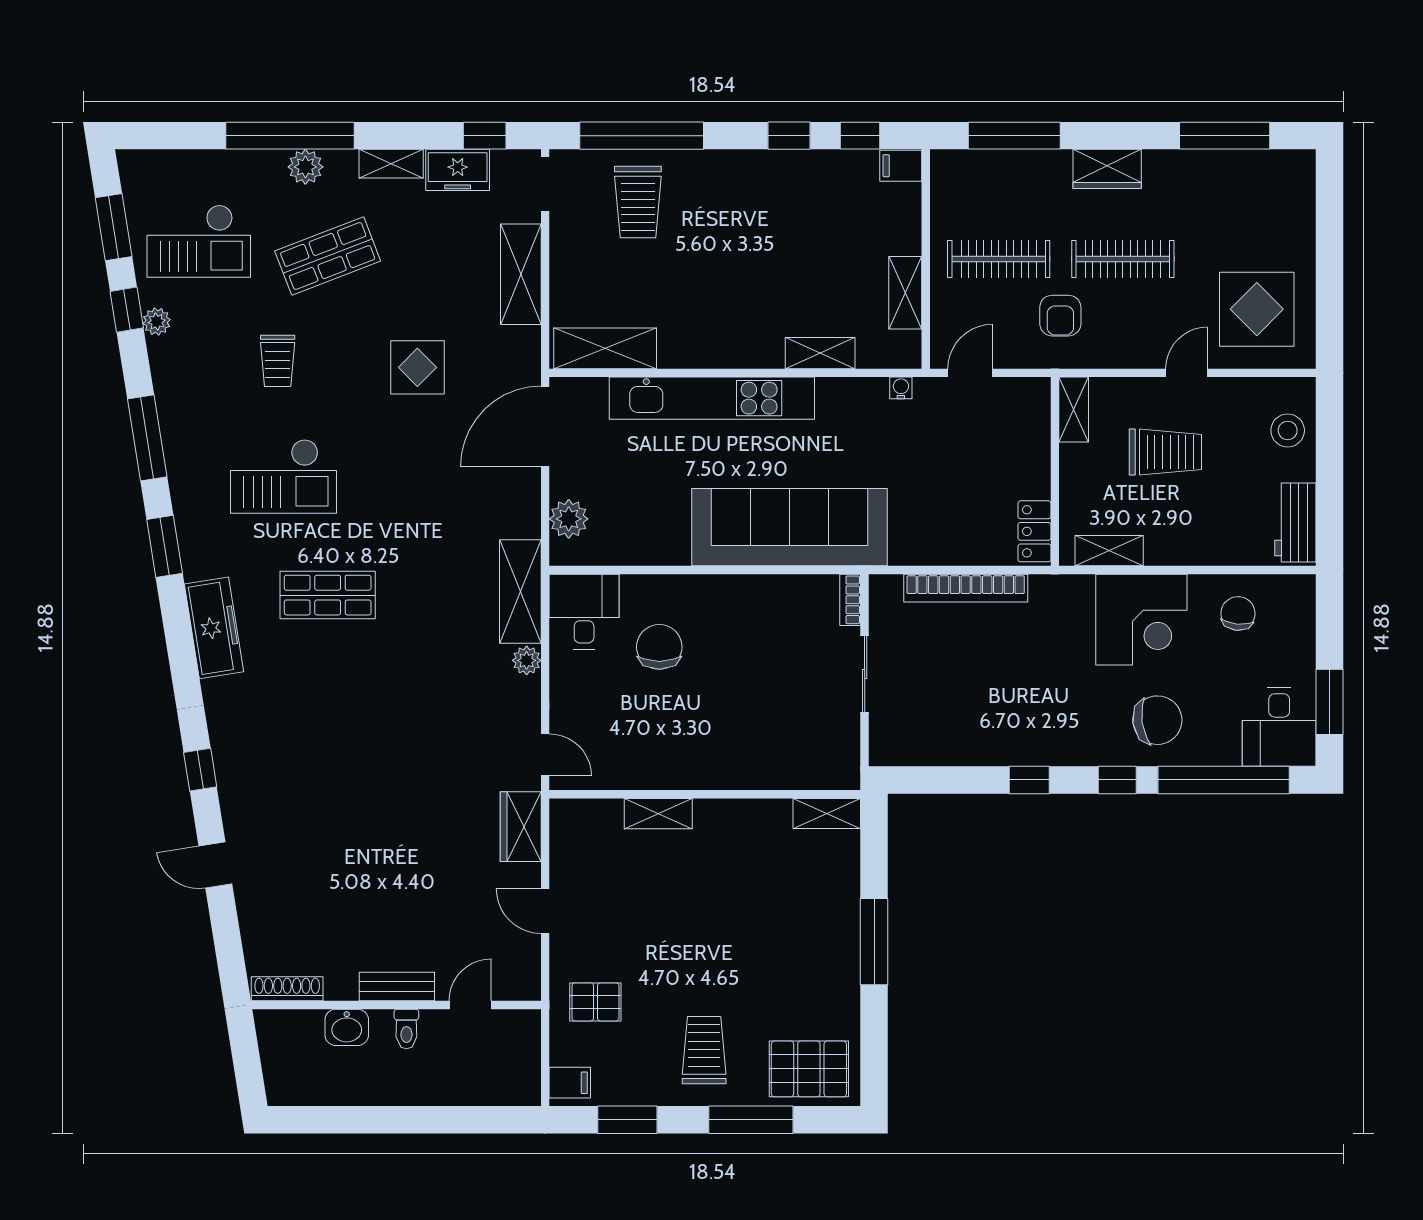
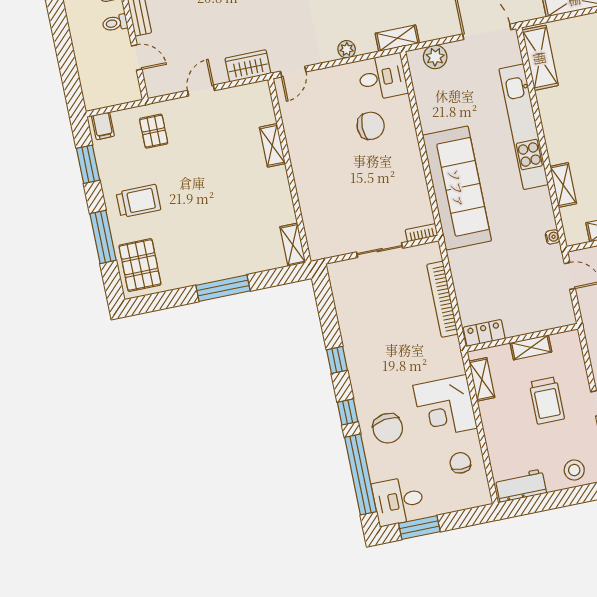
shelving: (1074, 410) -> (531, 347), moved
shelving: (520, 592) -> (397, 38), width x0.67, depth x0.75
chair: (1238, 613) -> (460, 463), turned -96

